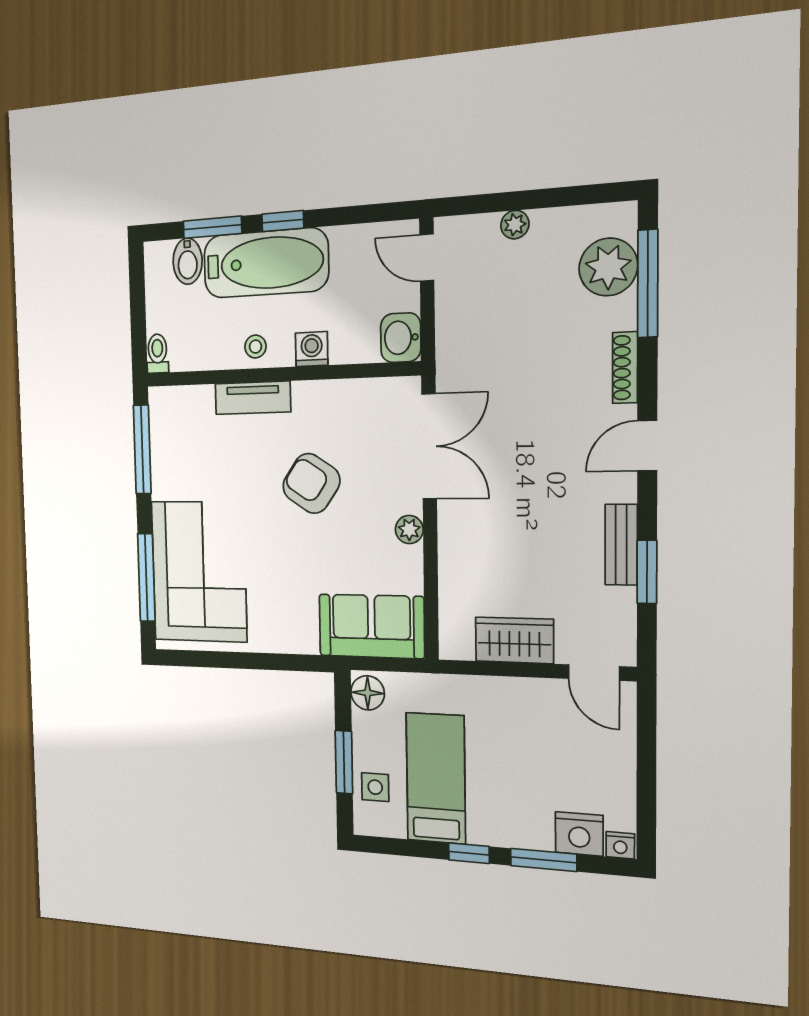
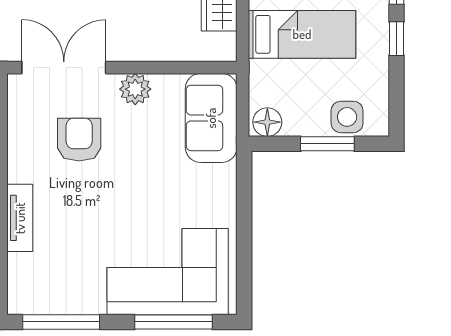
armchair: (311, 483) -> (79, 140), moved, turned 146
plant: (409, 530) -> (135, 89), width x1.38, depth x1.38
bed: (436, 778) -> (302, 34), moved, turned 180
side table: (375, 787) -> (347, 117), width x1.37, depth x1.37

